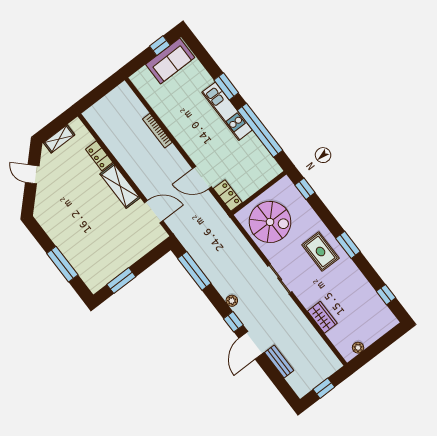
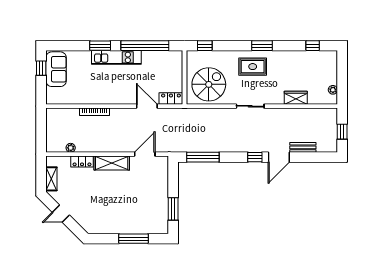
door: (202, 178) -> (147, 106), swing flipped
plant: (232, 301) -> (71, 148), moved
door: (251, 345) -> (279, 157), hinge flipped

